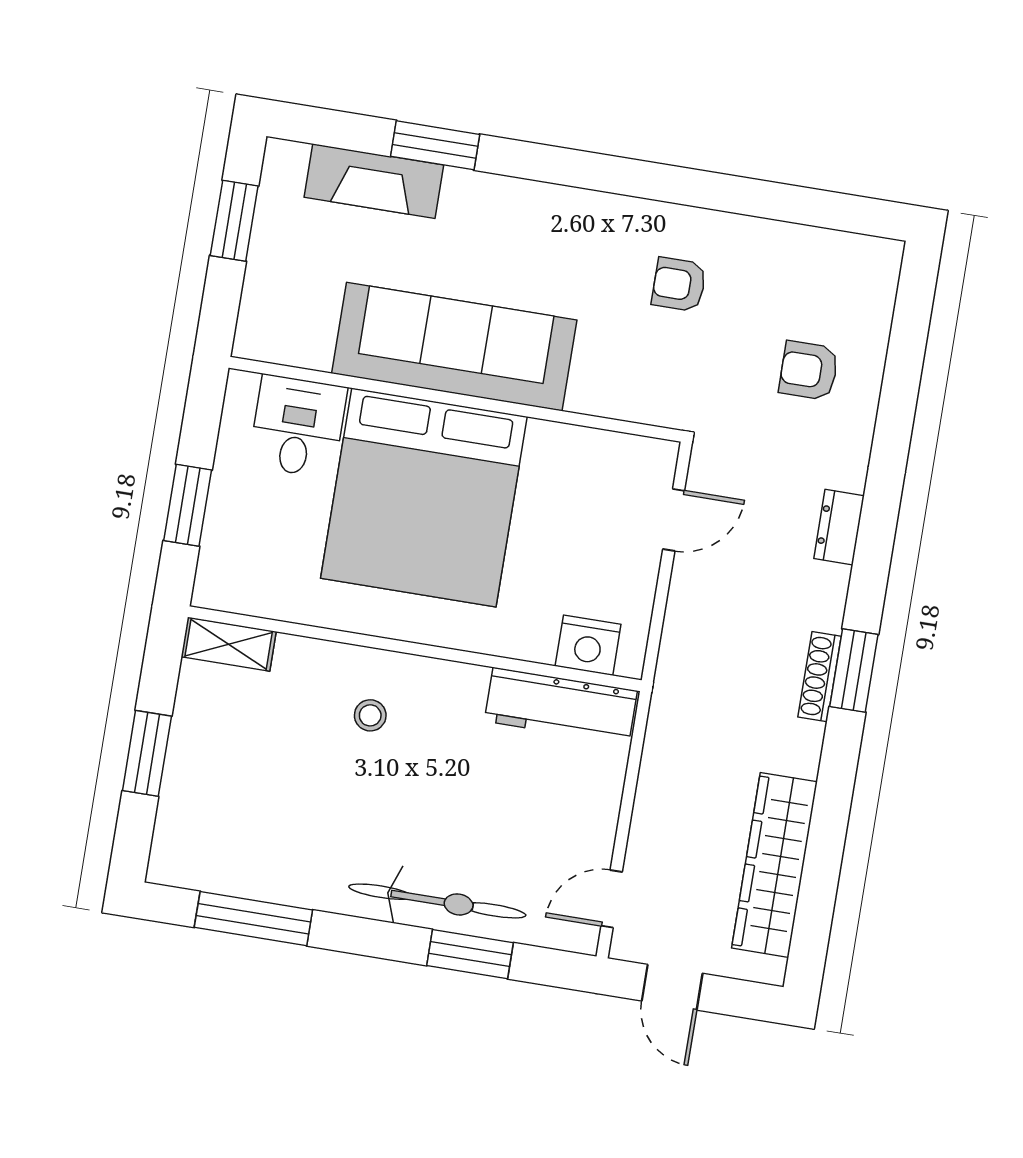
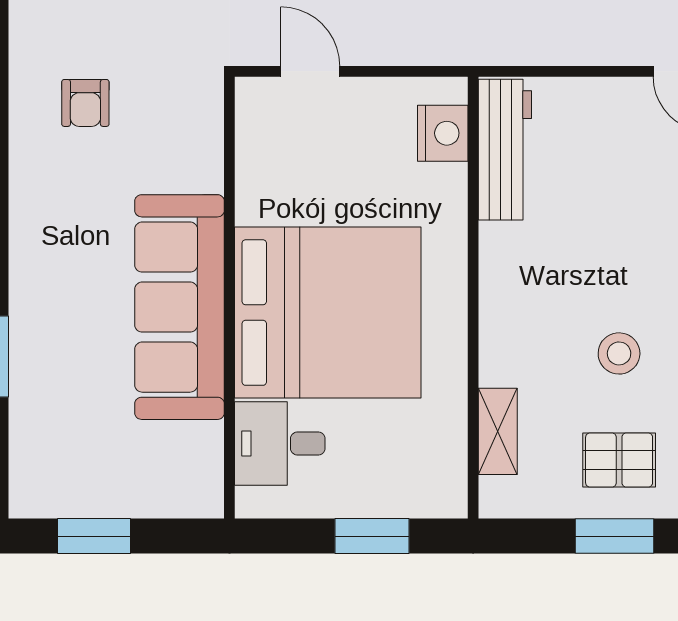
fireplace: (374, 181) -> (35, 409), removed
shelving: (229, 644) -> (498, 431), moved
stool: (370, 715) -> (619, 353), moved, width x1.37, depth x1.37
pallet: (224, 771) -> (619, 460), added

